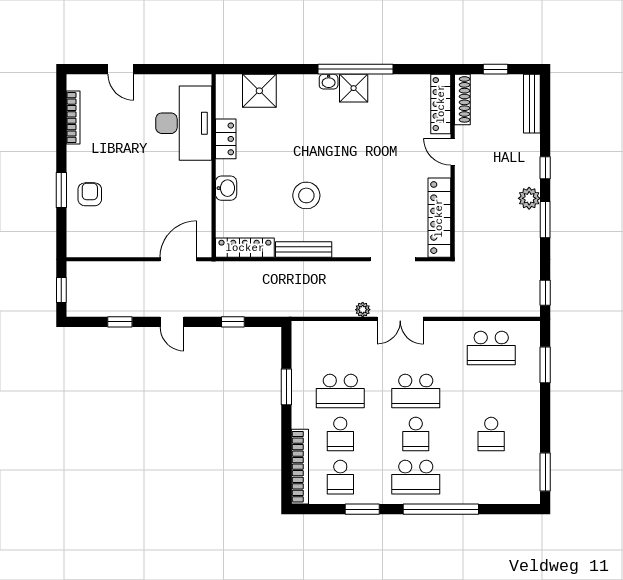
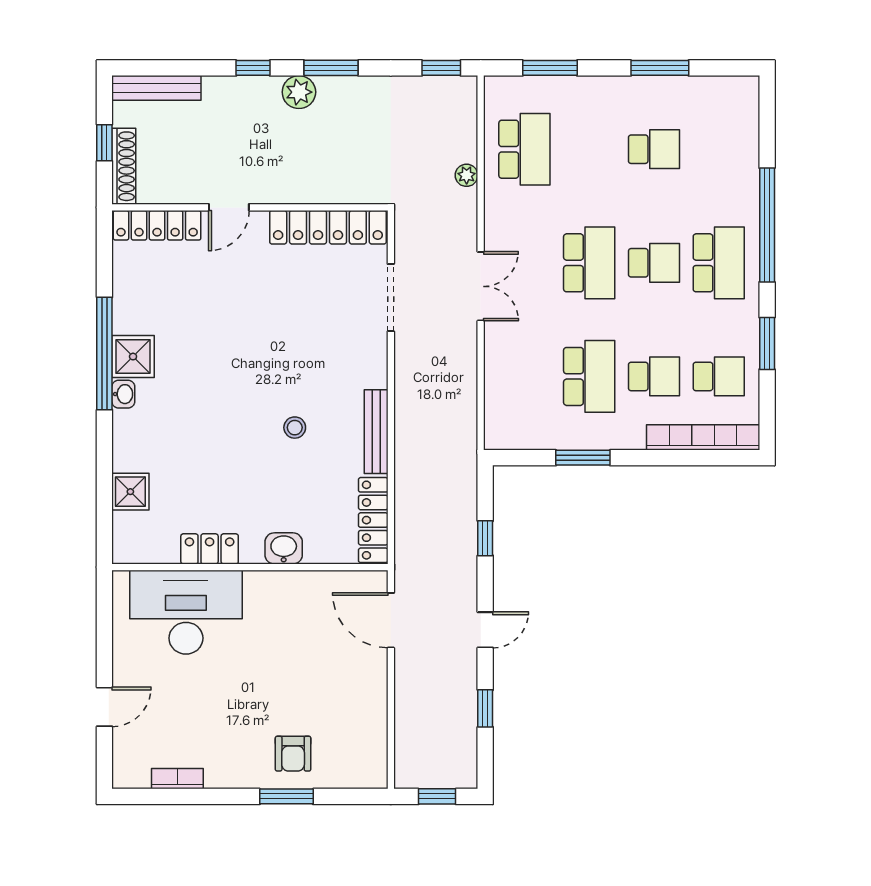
shower: (259, 91) -> (130, 492), width x0.73, depth x0.73
shoe rack: (462, 99) -> (124, 166), moved, turned 90
bookcase: (73, 118) -> (177, 779), width x0.64
armchair: (90, 194) -> (293, 754), turned -90
stool: (306, 195) -> (295, 428), width x0.53, depth x0.53
plant: (363, 310) -> (467, 175), moved
window: (545, 472) -> (660, 68), moved

